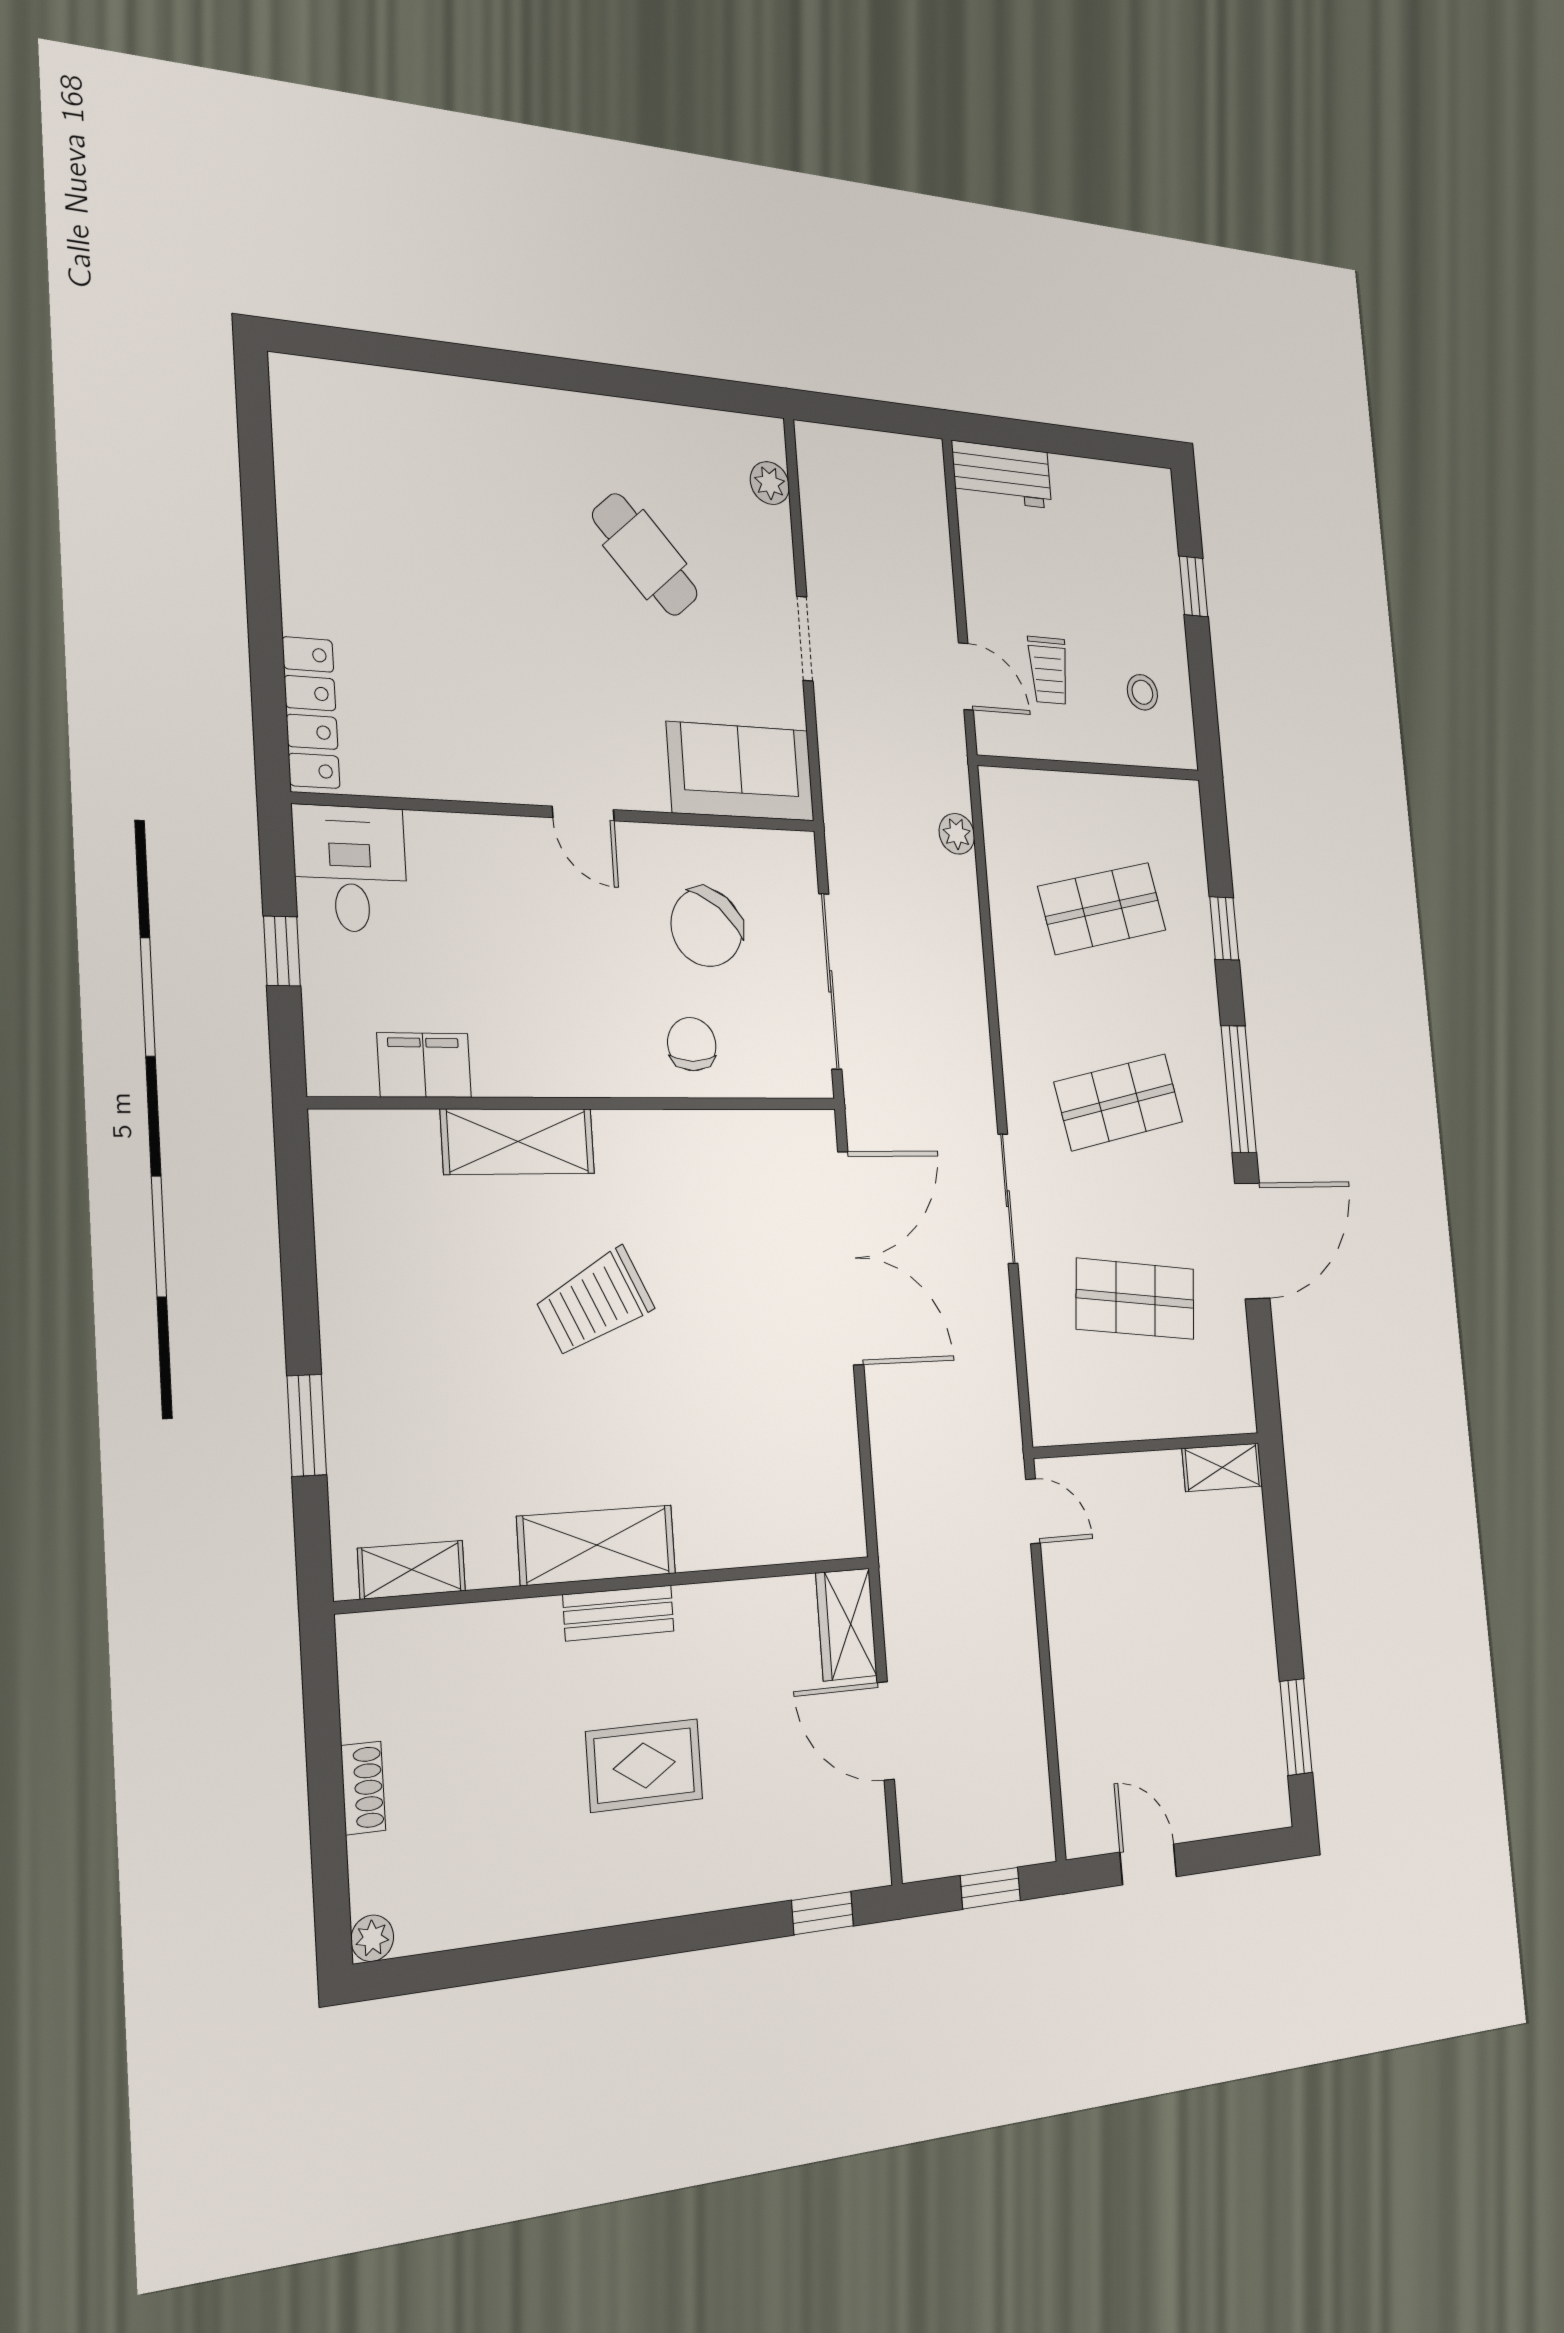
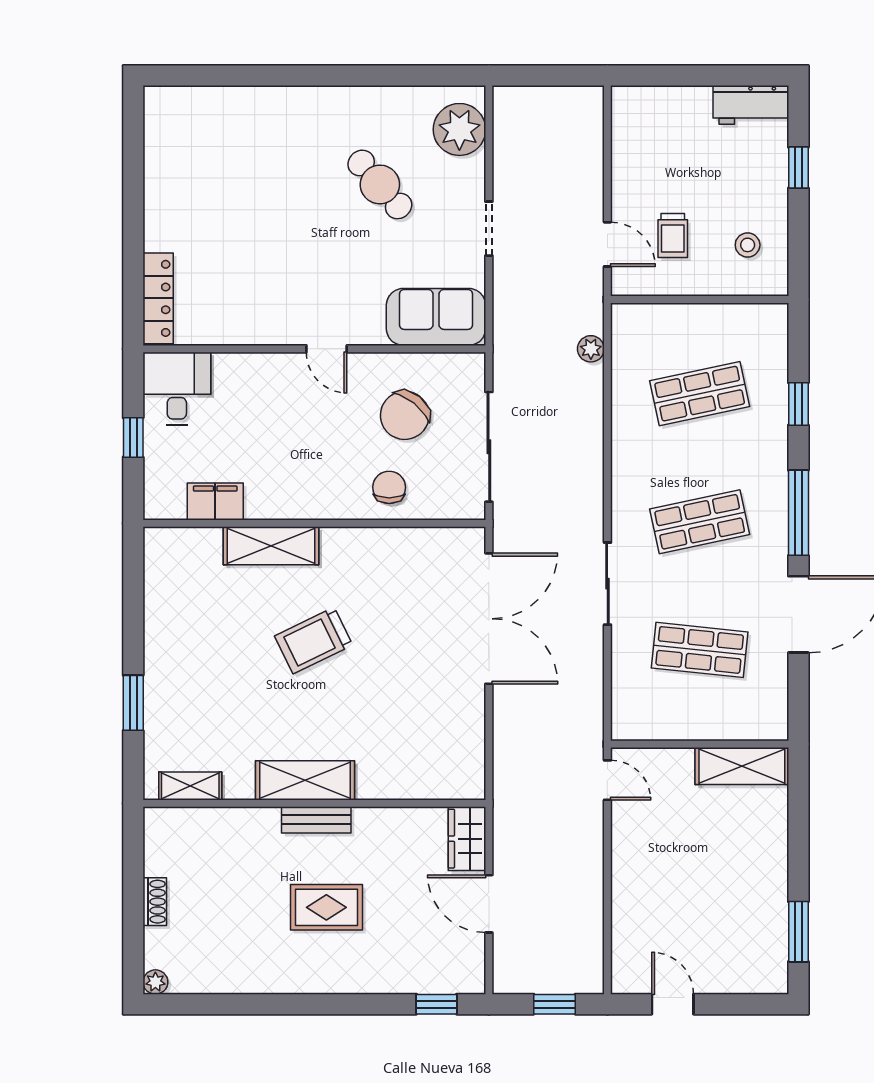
workbench: (1002, 475) -> (751, 105), moved
plant: (770, 483) -> (459, 129), width x1.88, depth x1.88
shelving: (1222, 1467) -> (742, 766), width x1.50, depth x1.33

